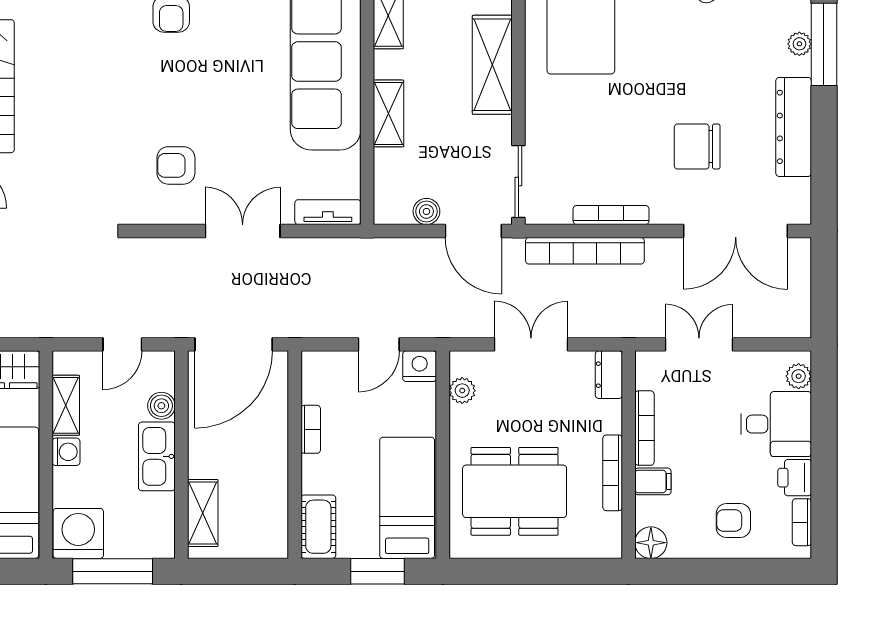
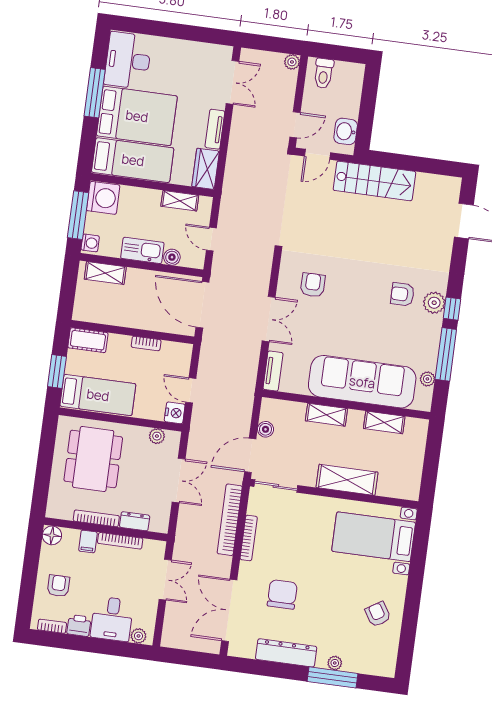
dresser: (609, 375) -> (135, 521), moved
washing machine: (66, 452) -> (90, 243), moved, turned -90

